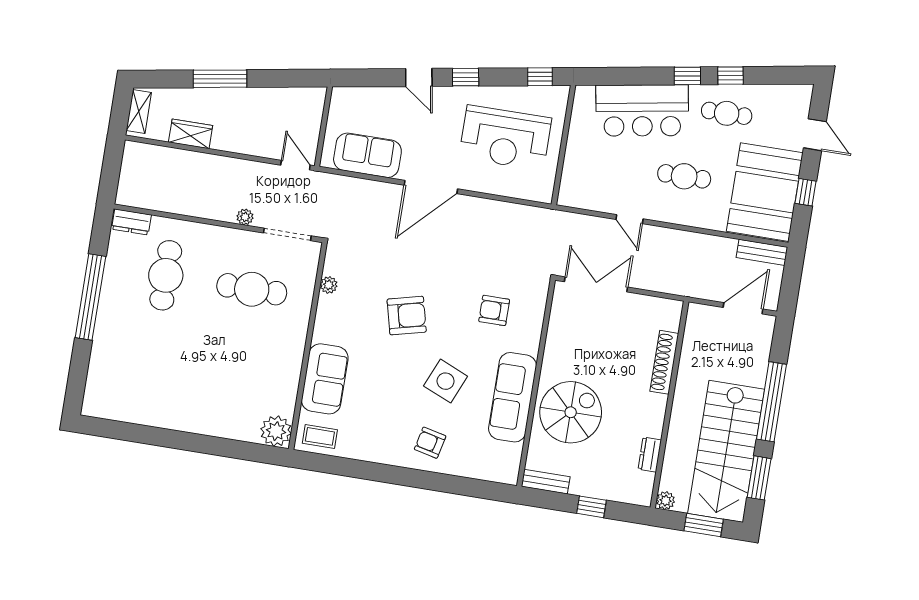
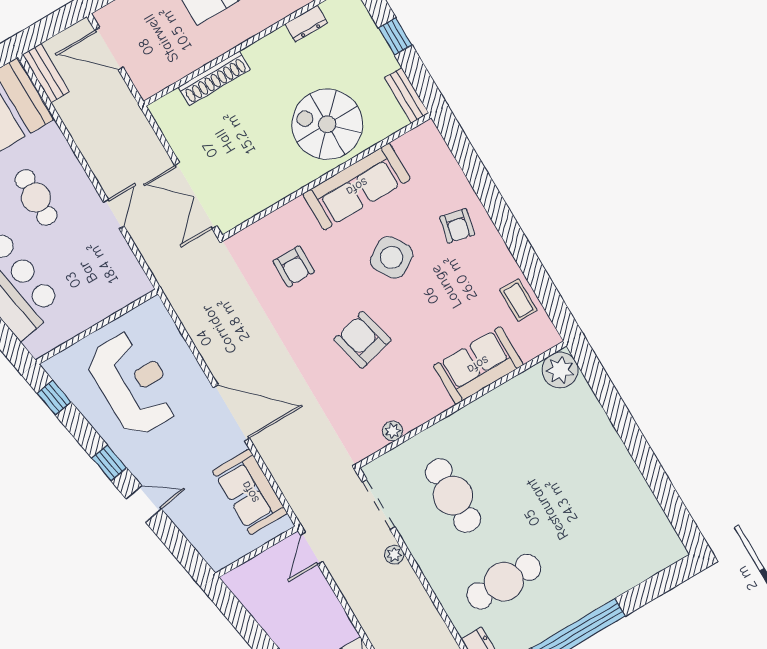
door: (419, 77) -> (144, 504), hinge flipped
side table: (446, 381) -> (392, 257), turned 35
coffee table: (320, 436) -> (518, 300), moved

